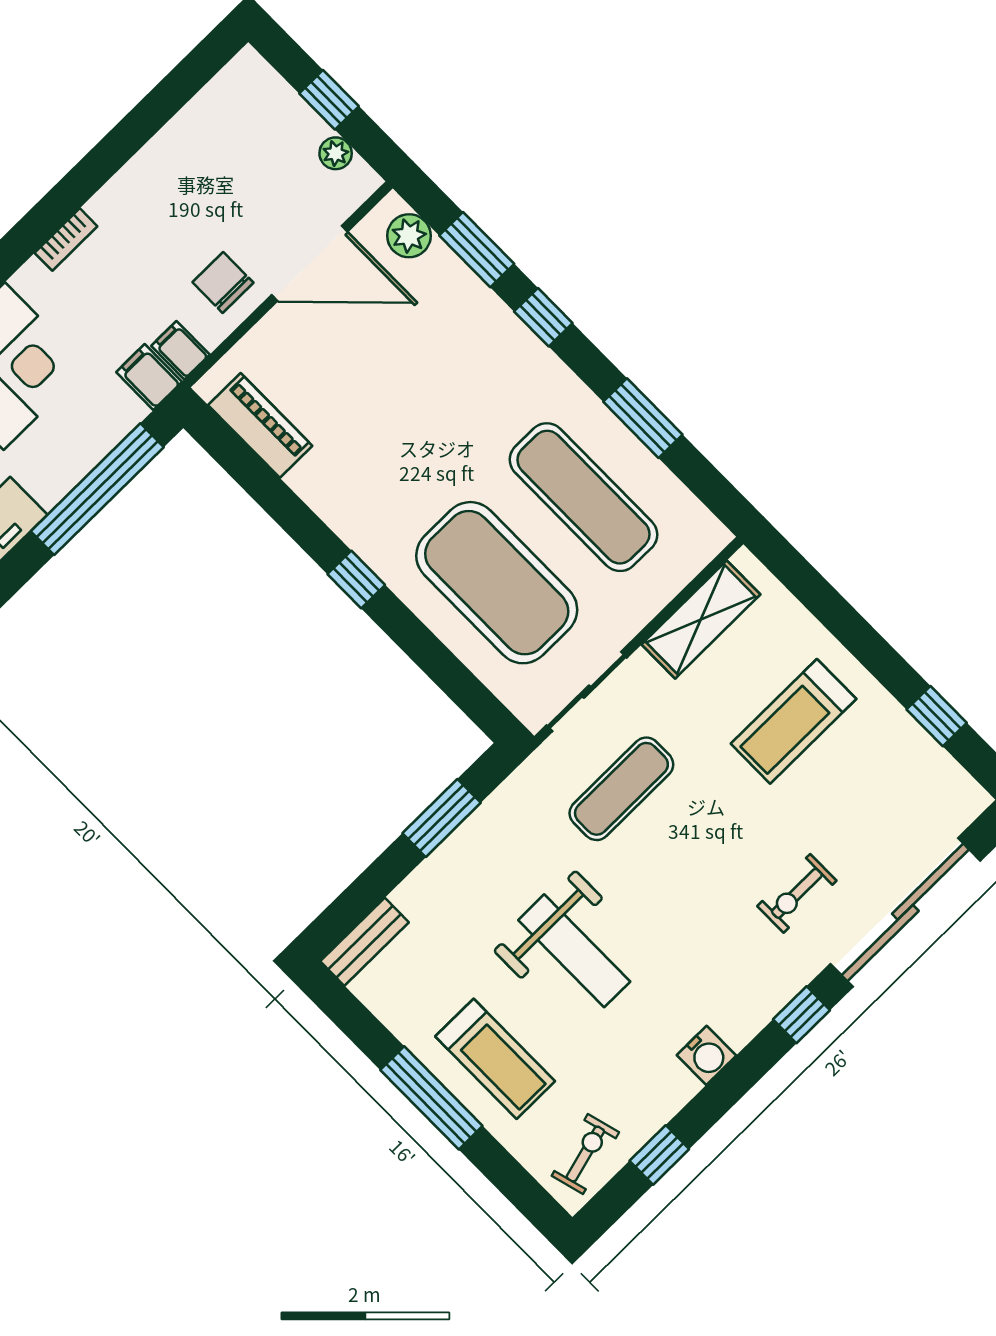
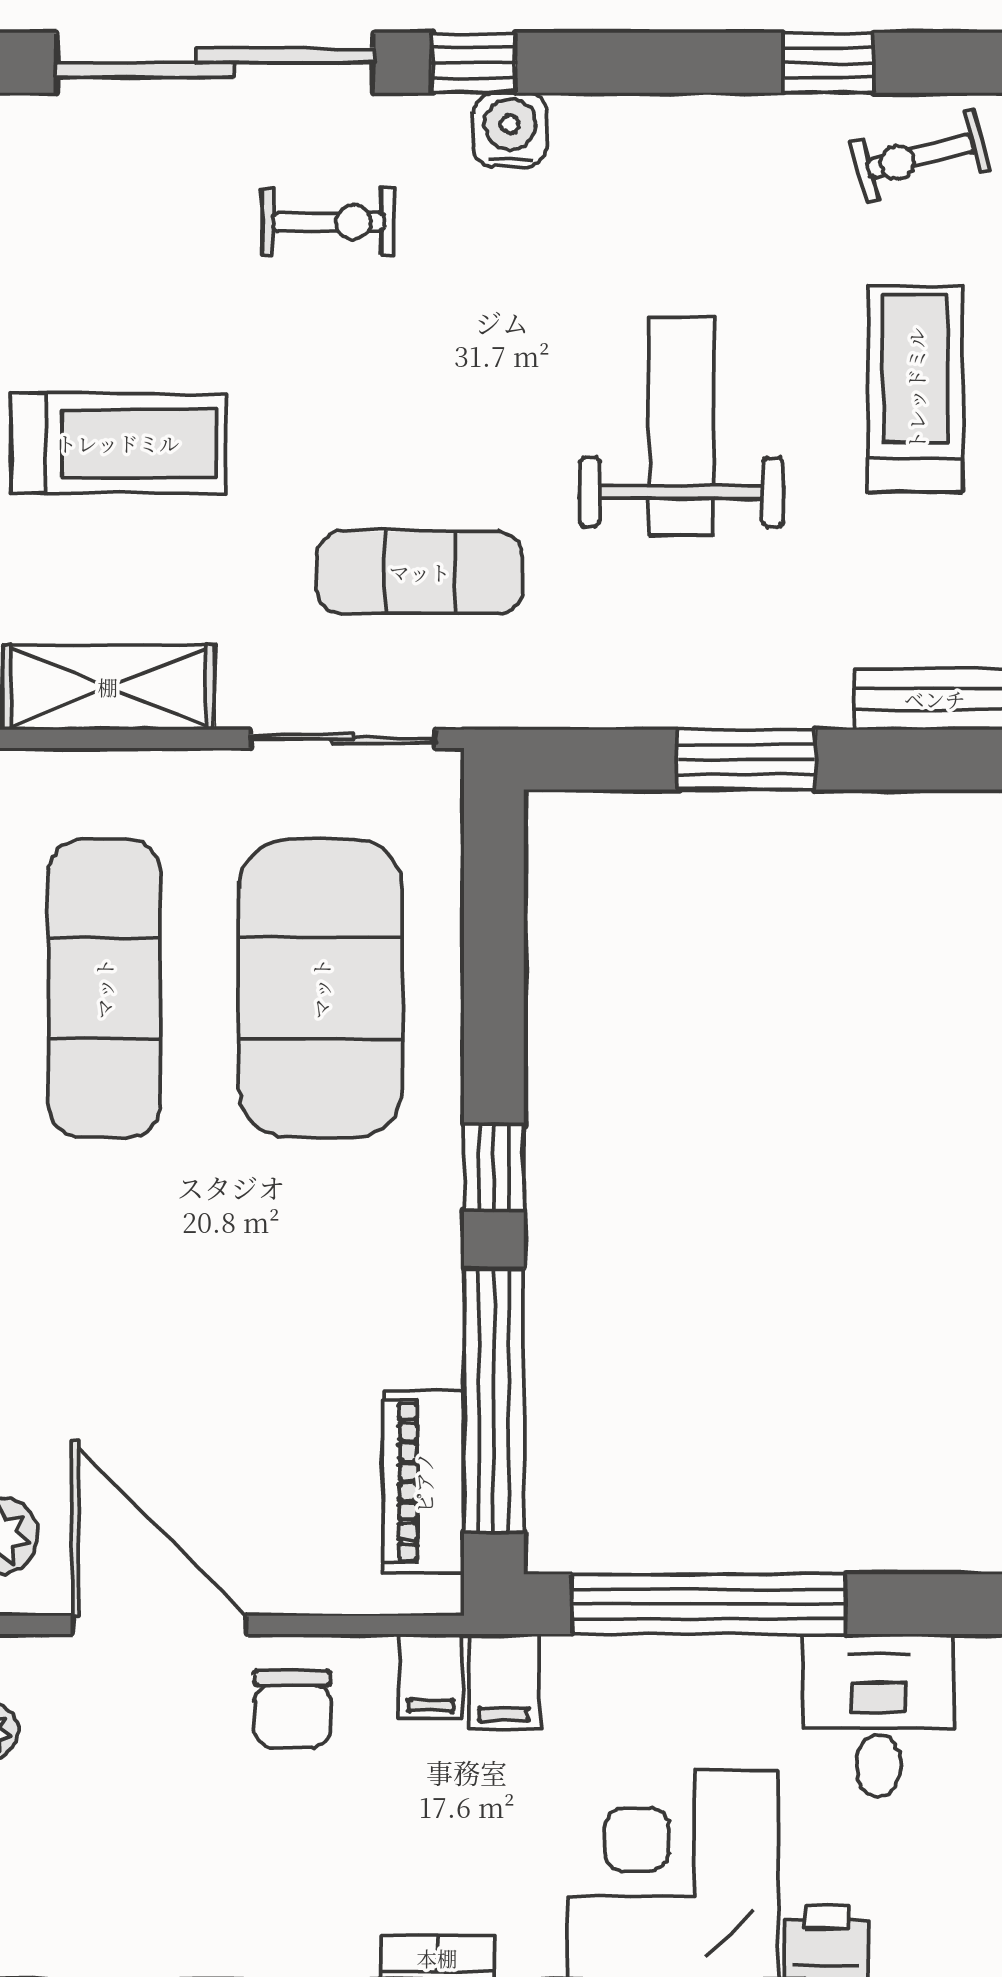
window: (264, 486) -> (494, 1400), added
window: (442, 818) -> (746, 760), moved
water cooler: (706, 1055) -> (510, 130), moved

